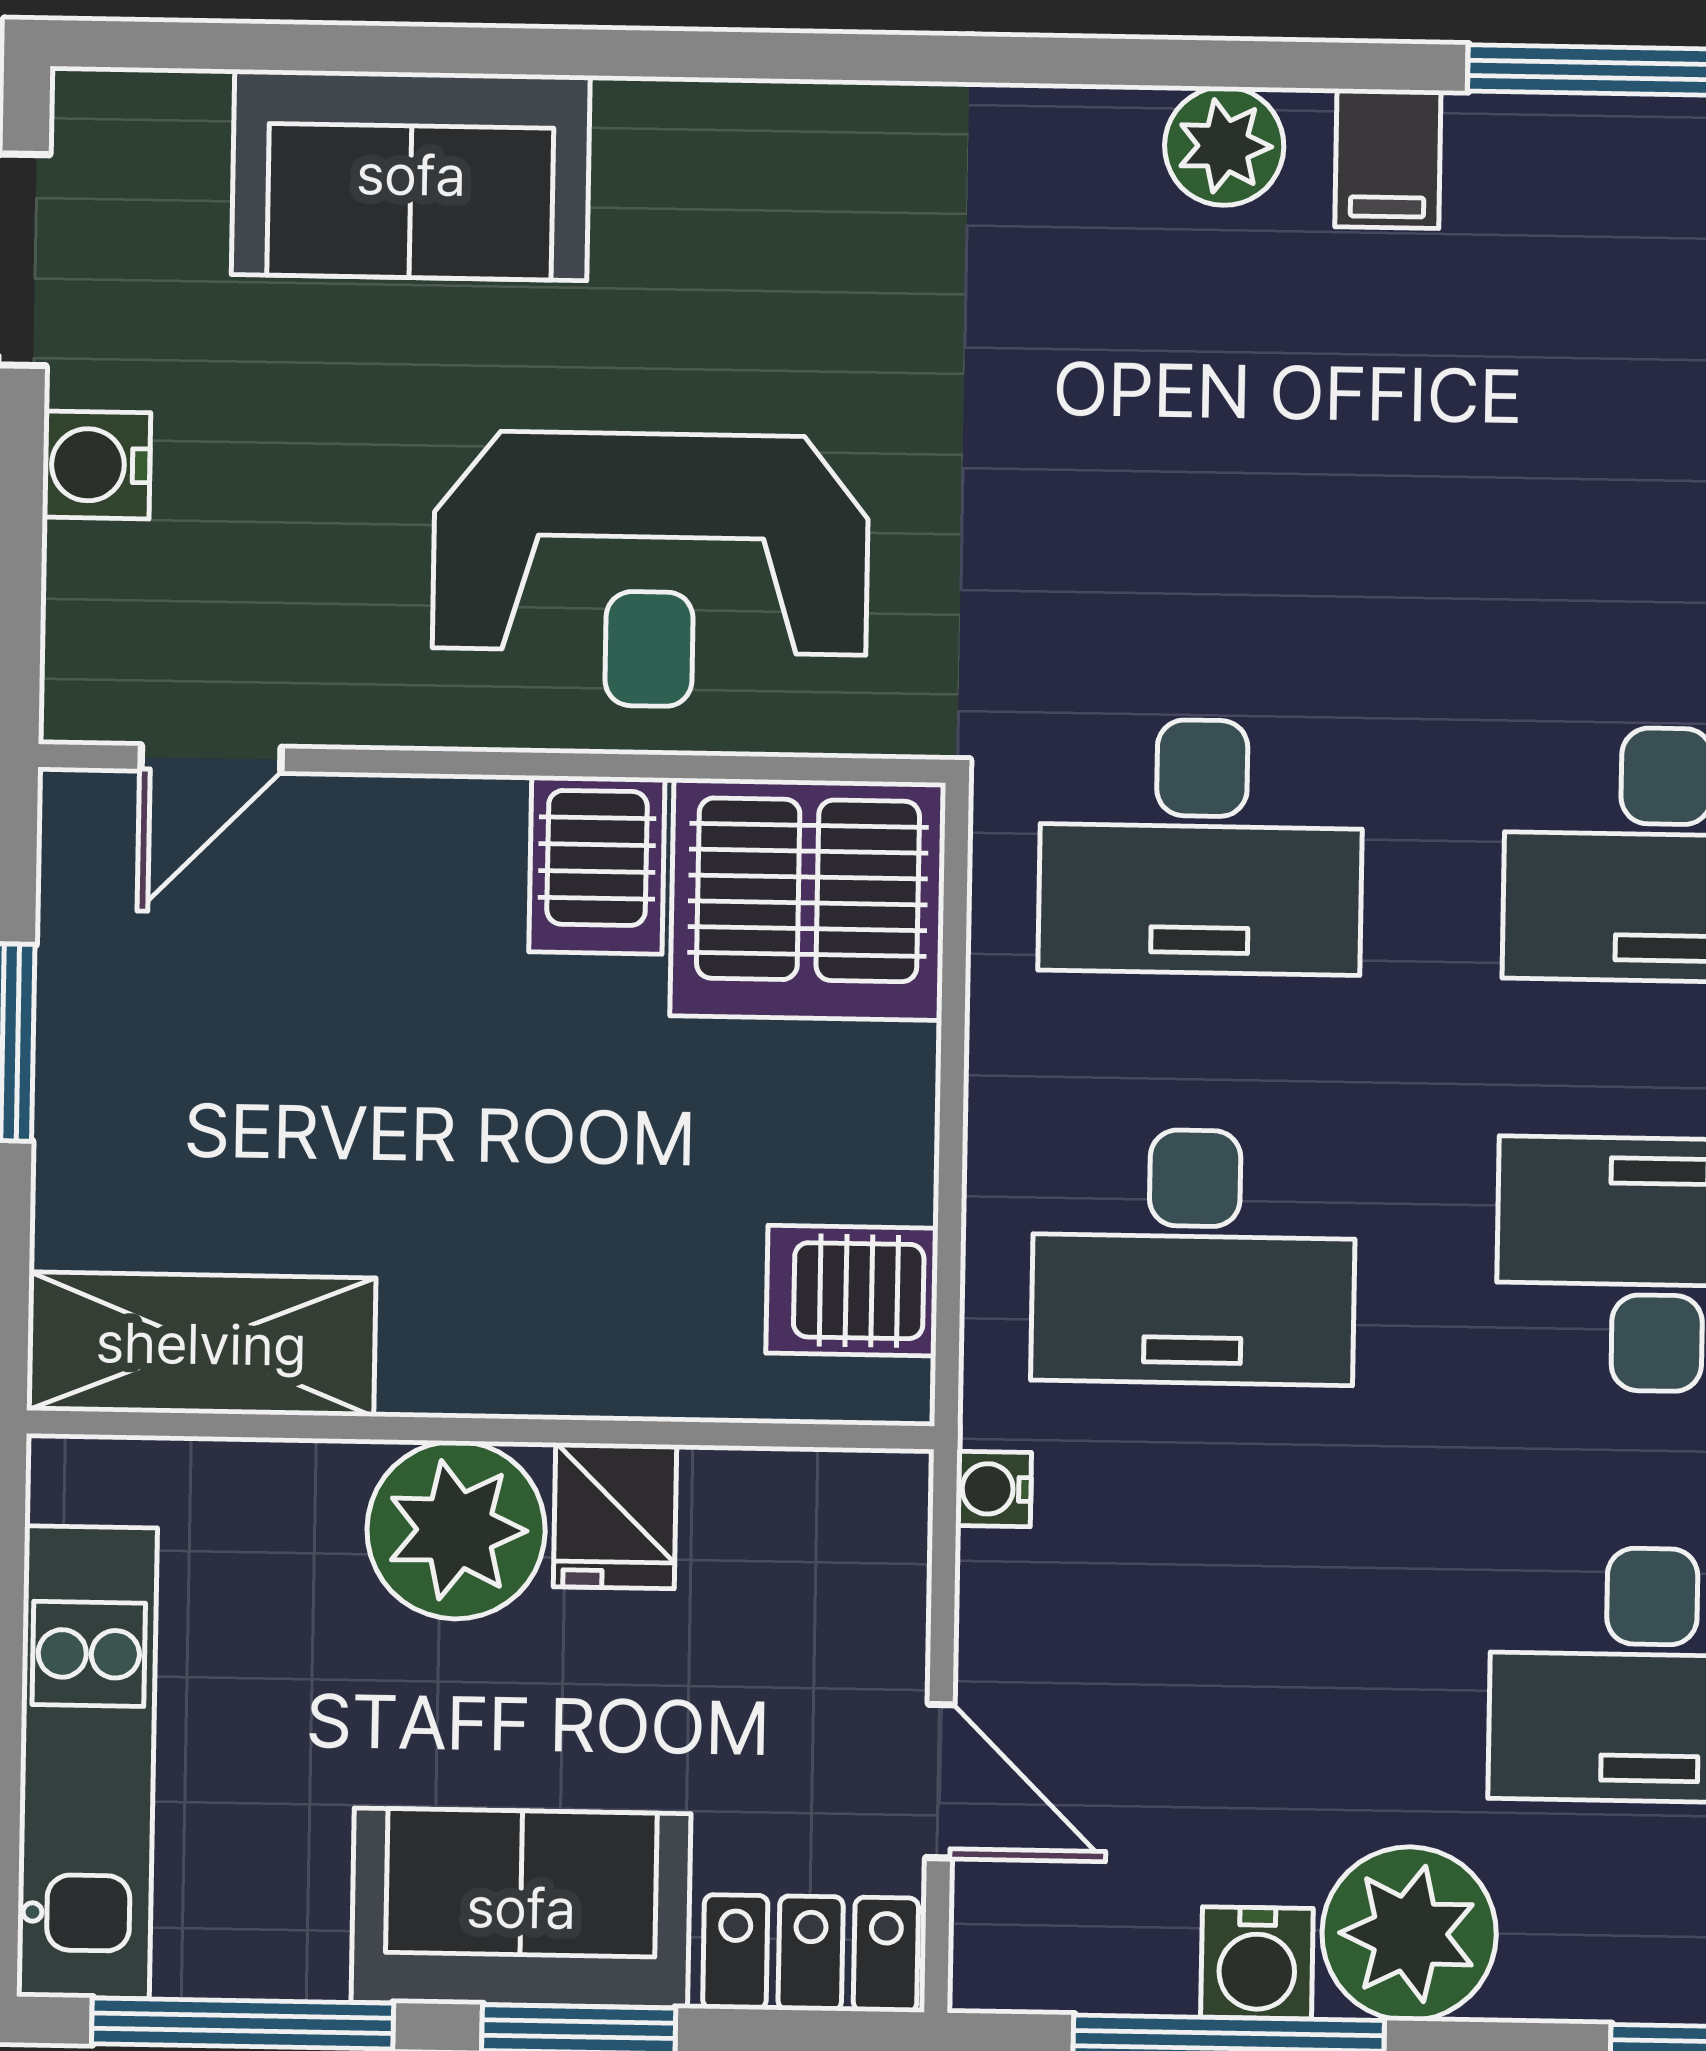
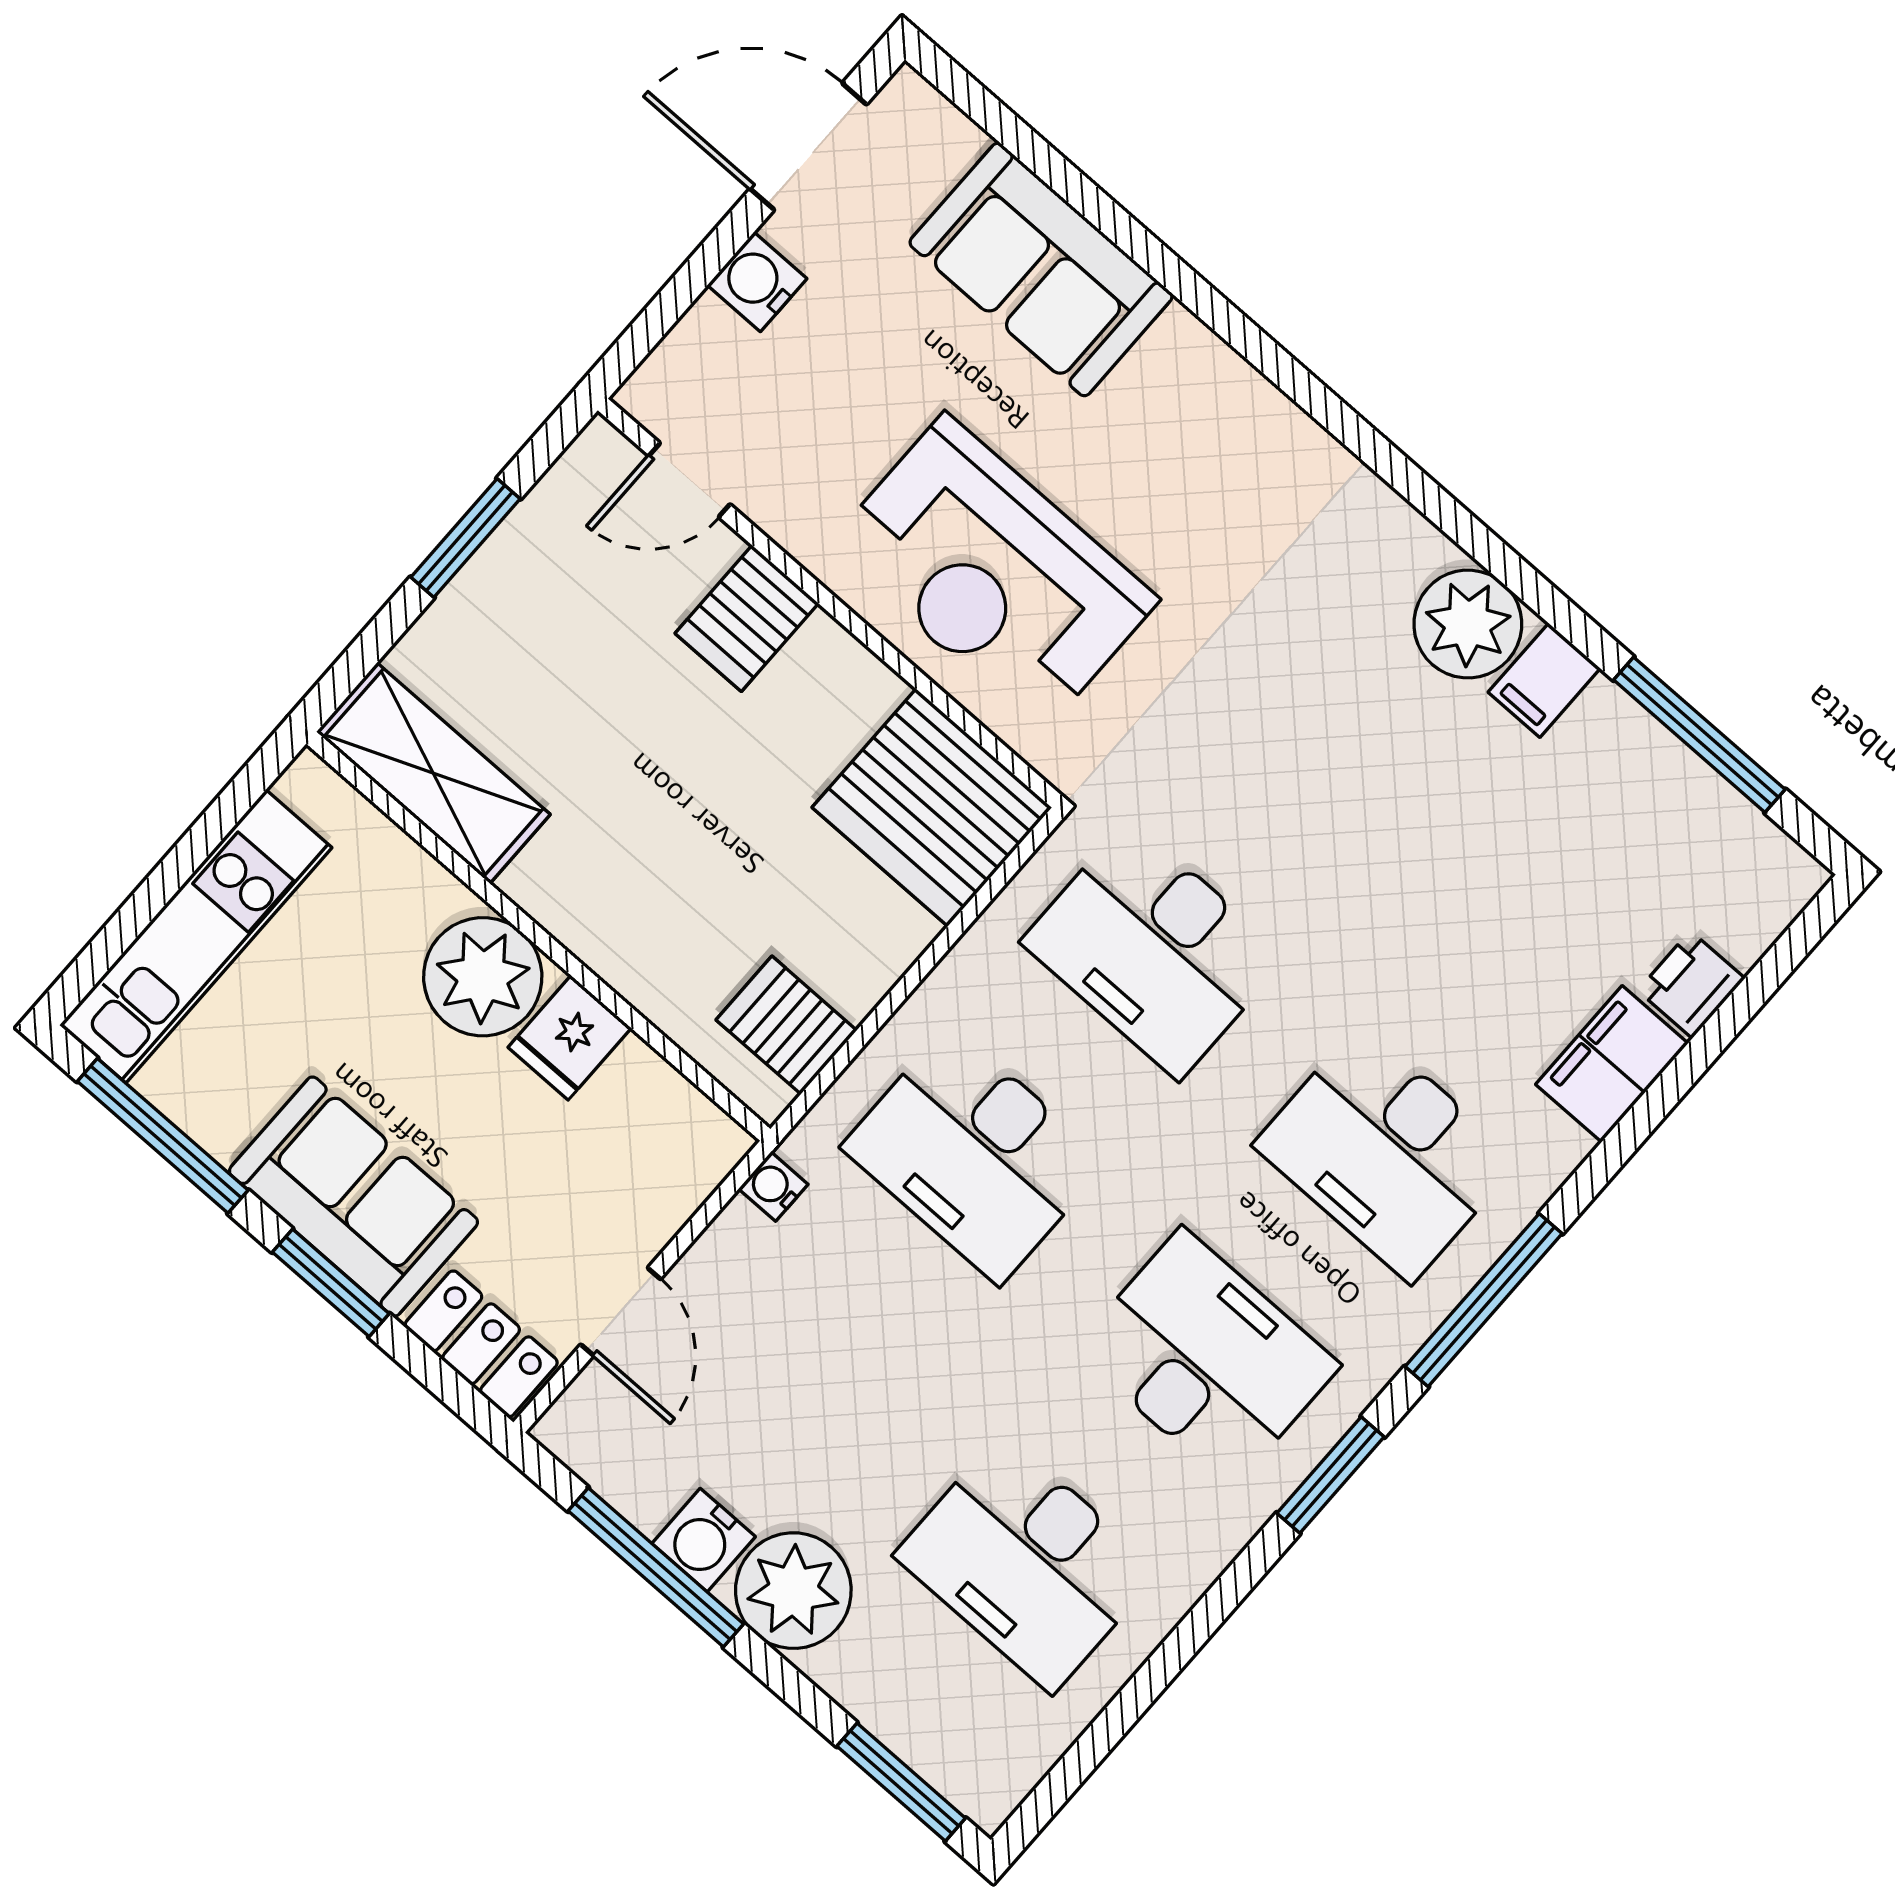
plant: (1224, 146) -> (1468, 624), width x1.36, depth x1.36
server rack: (597, 865) -> (747, 618), moved

